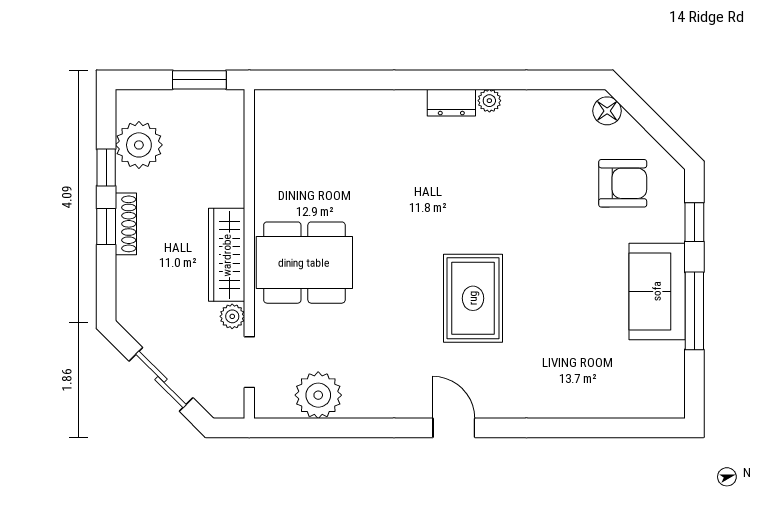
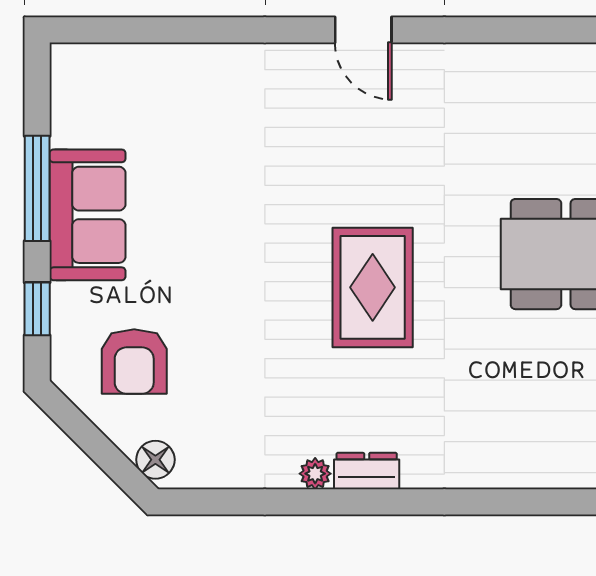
armchair: (623, 183) -> (134, 361), turned -90
rug: (473, 298) -> (373, 287), moved
plant: (318, 395) -> (547, 74), removed

